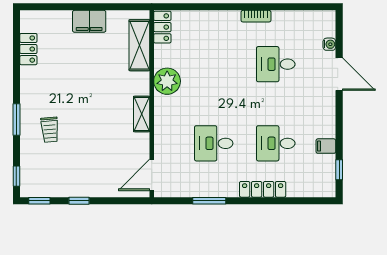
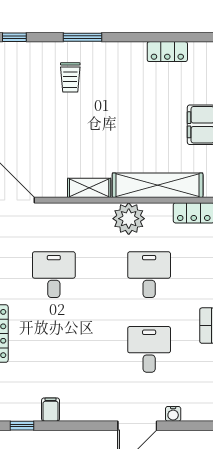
shelving: (139, 45) -> (158, 185), width x1.47
trolley: (50, 130) -> (70, 77), turned -85
desk: (276, 143) -> (149, 275), moved

